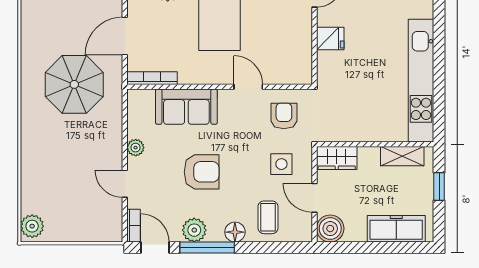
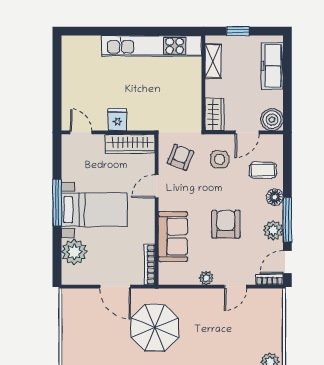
wardrobe: (300, 54) -> (130, 144), added
armchair: (284, 116) -> (180, 157), turned 111

